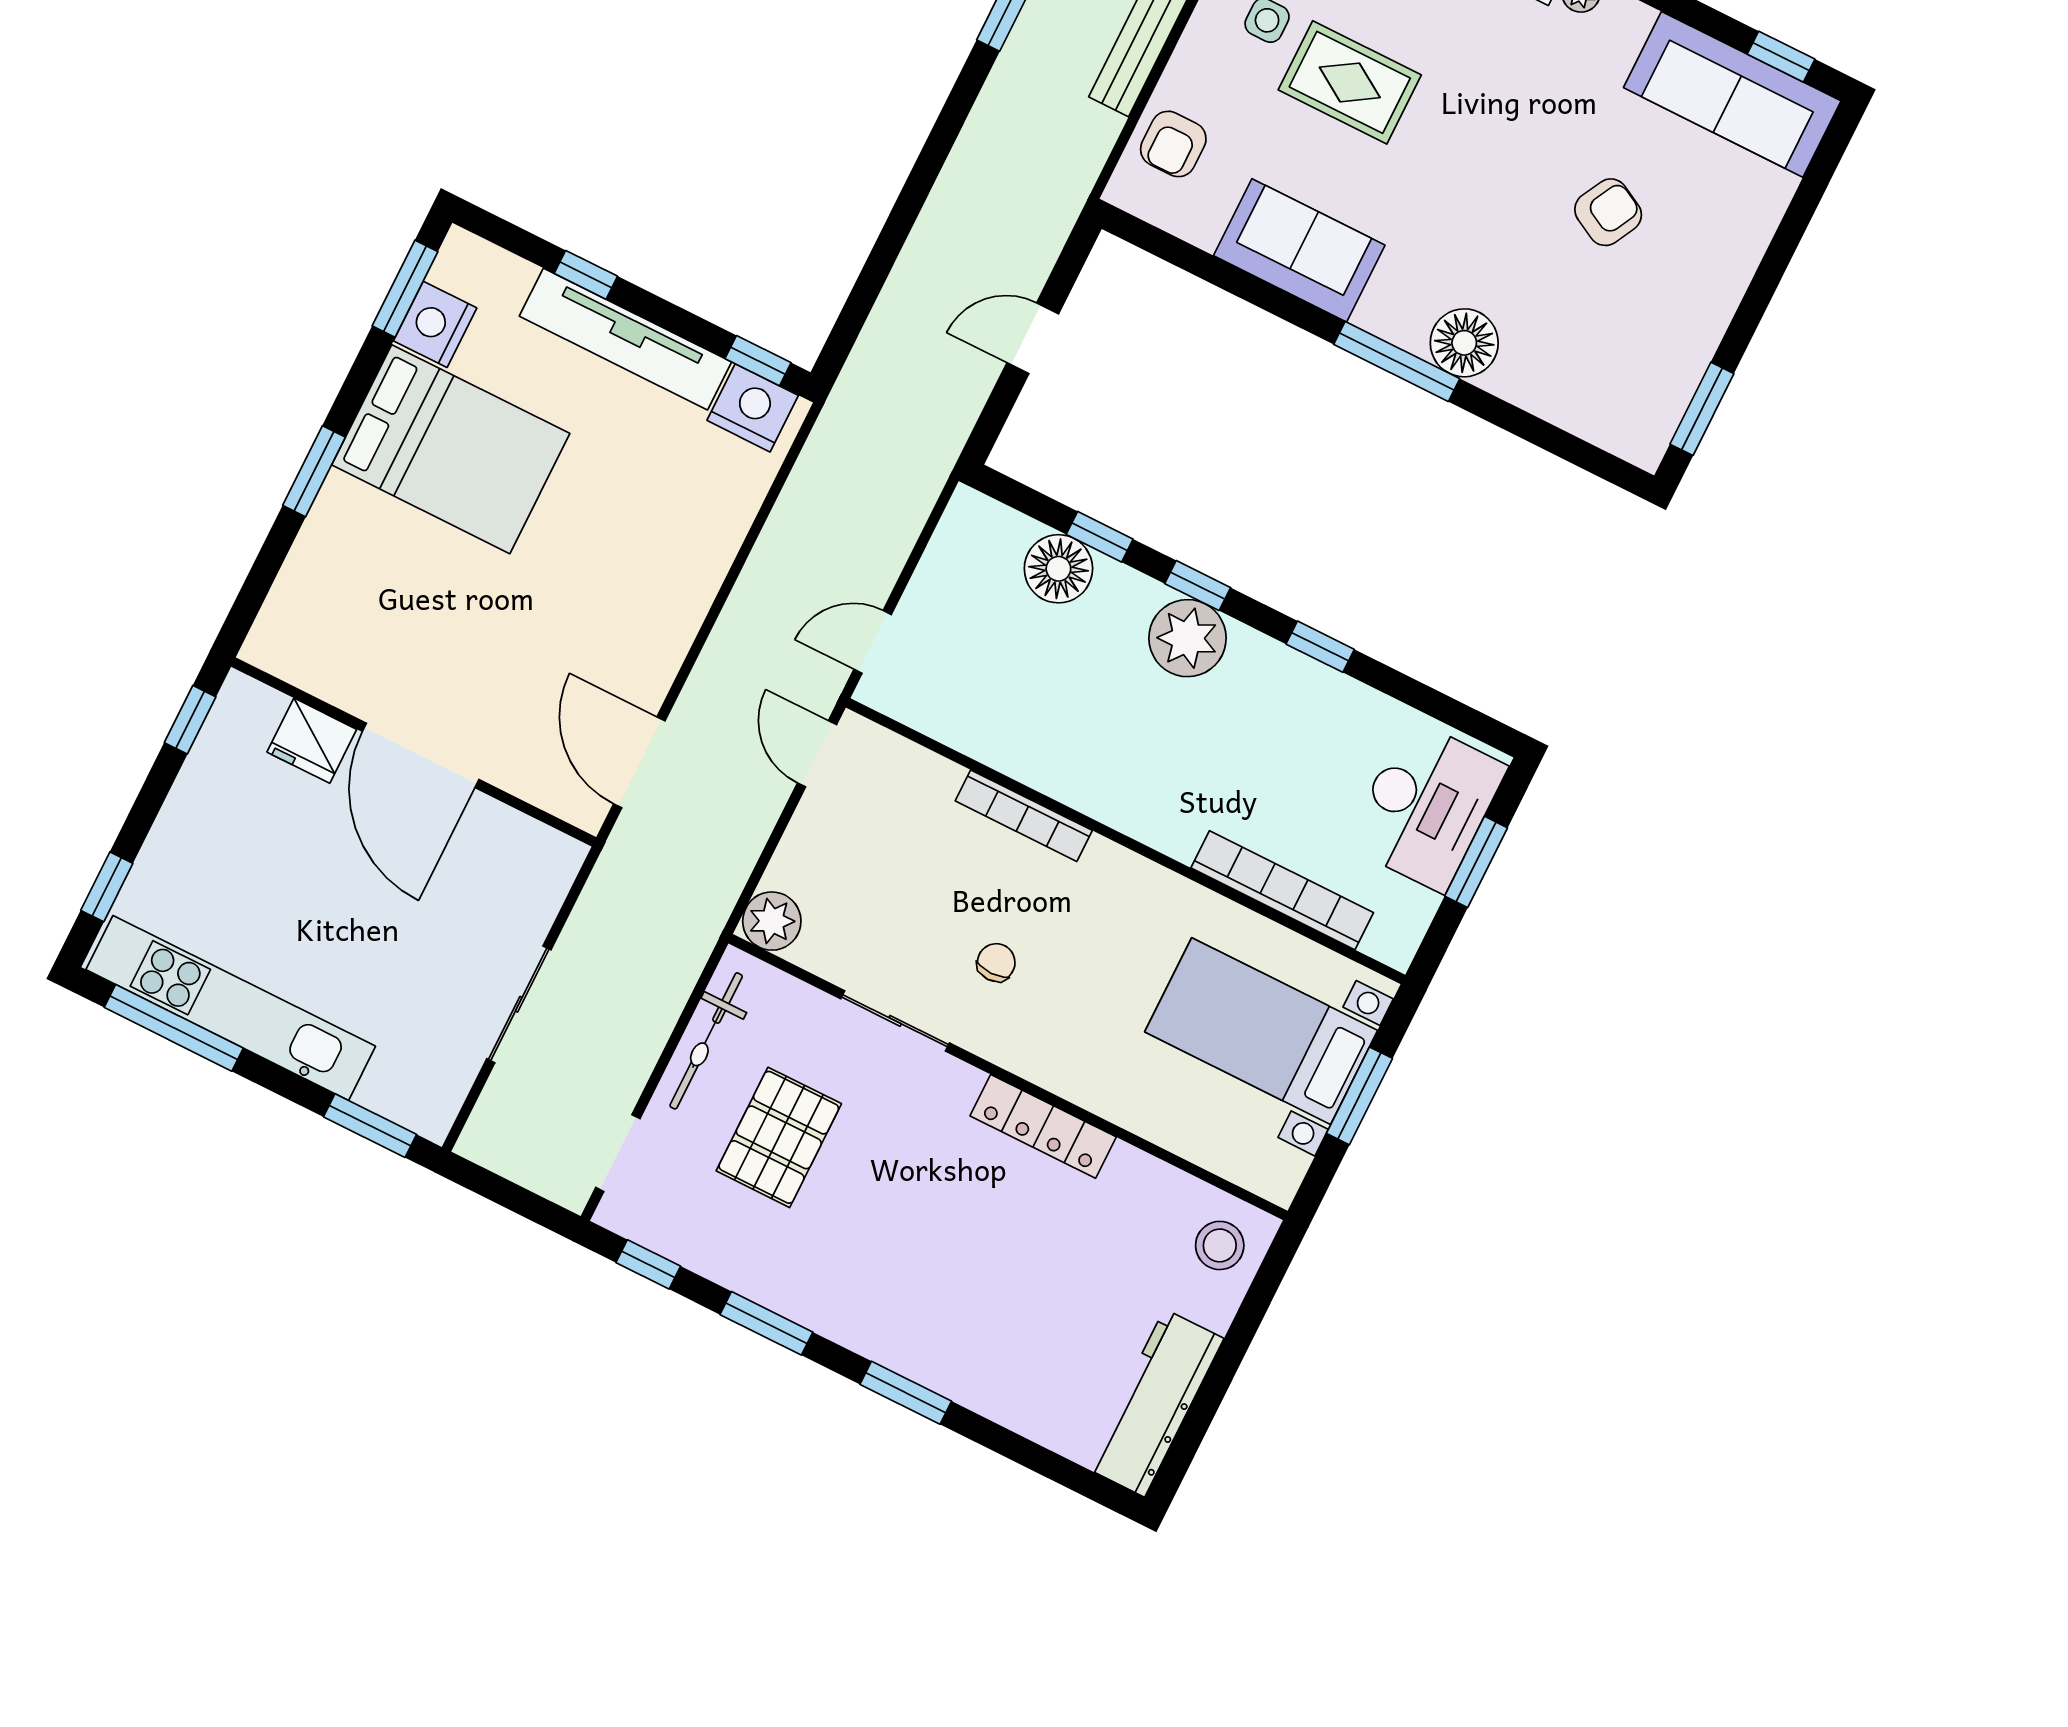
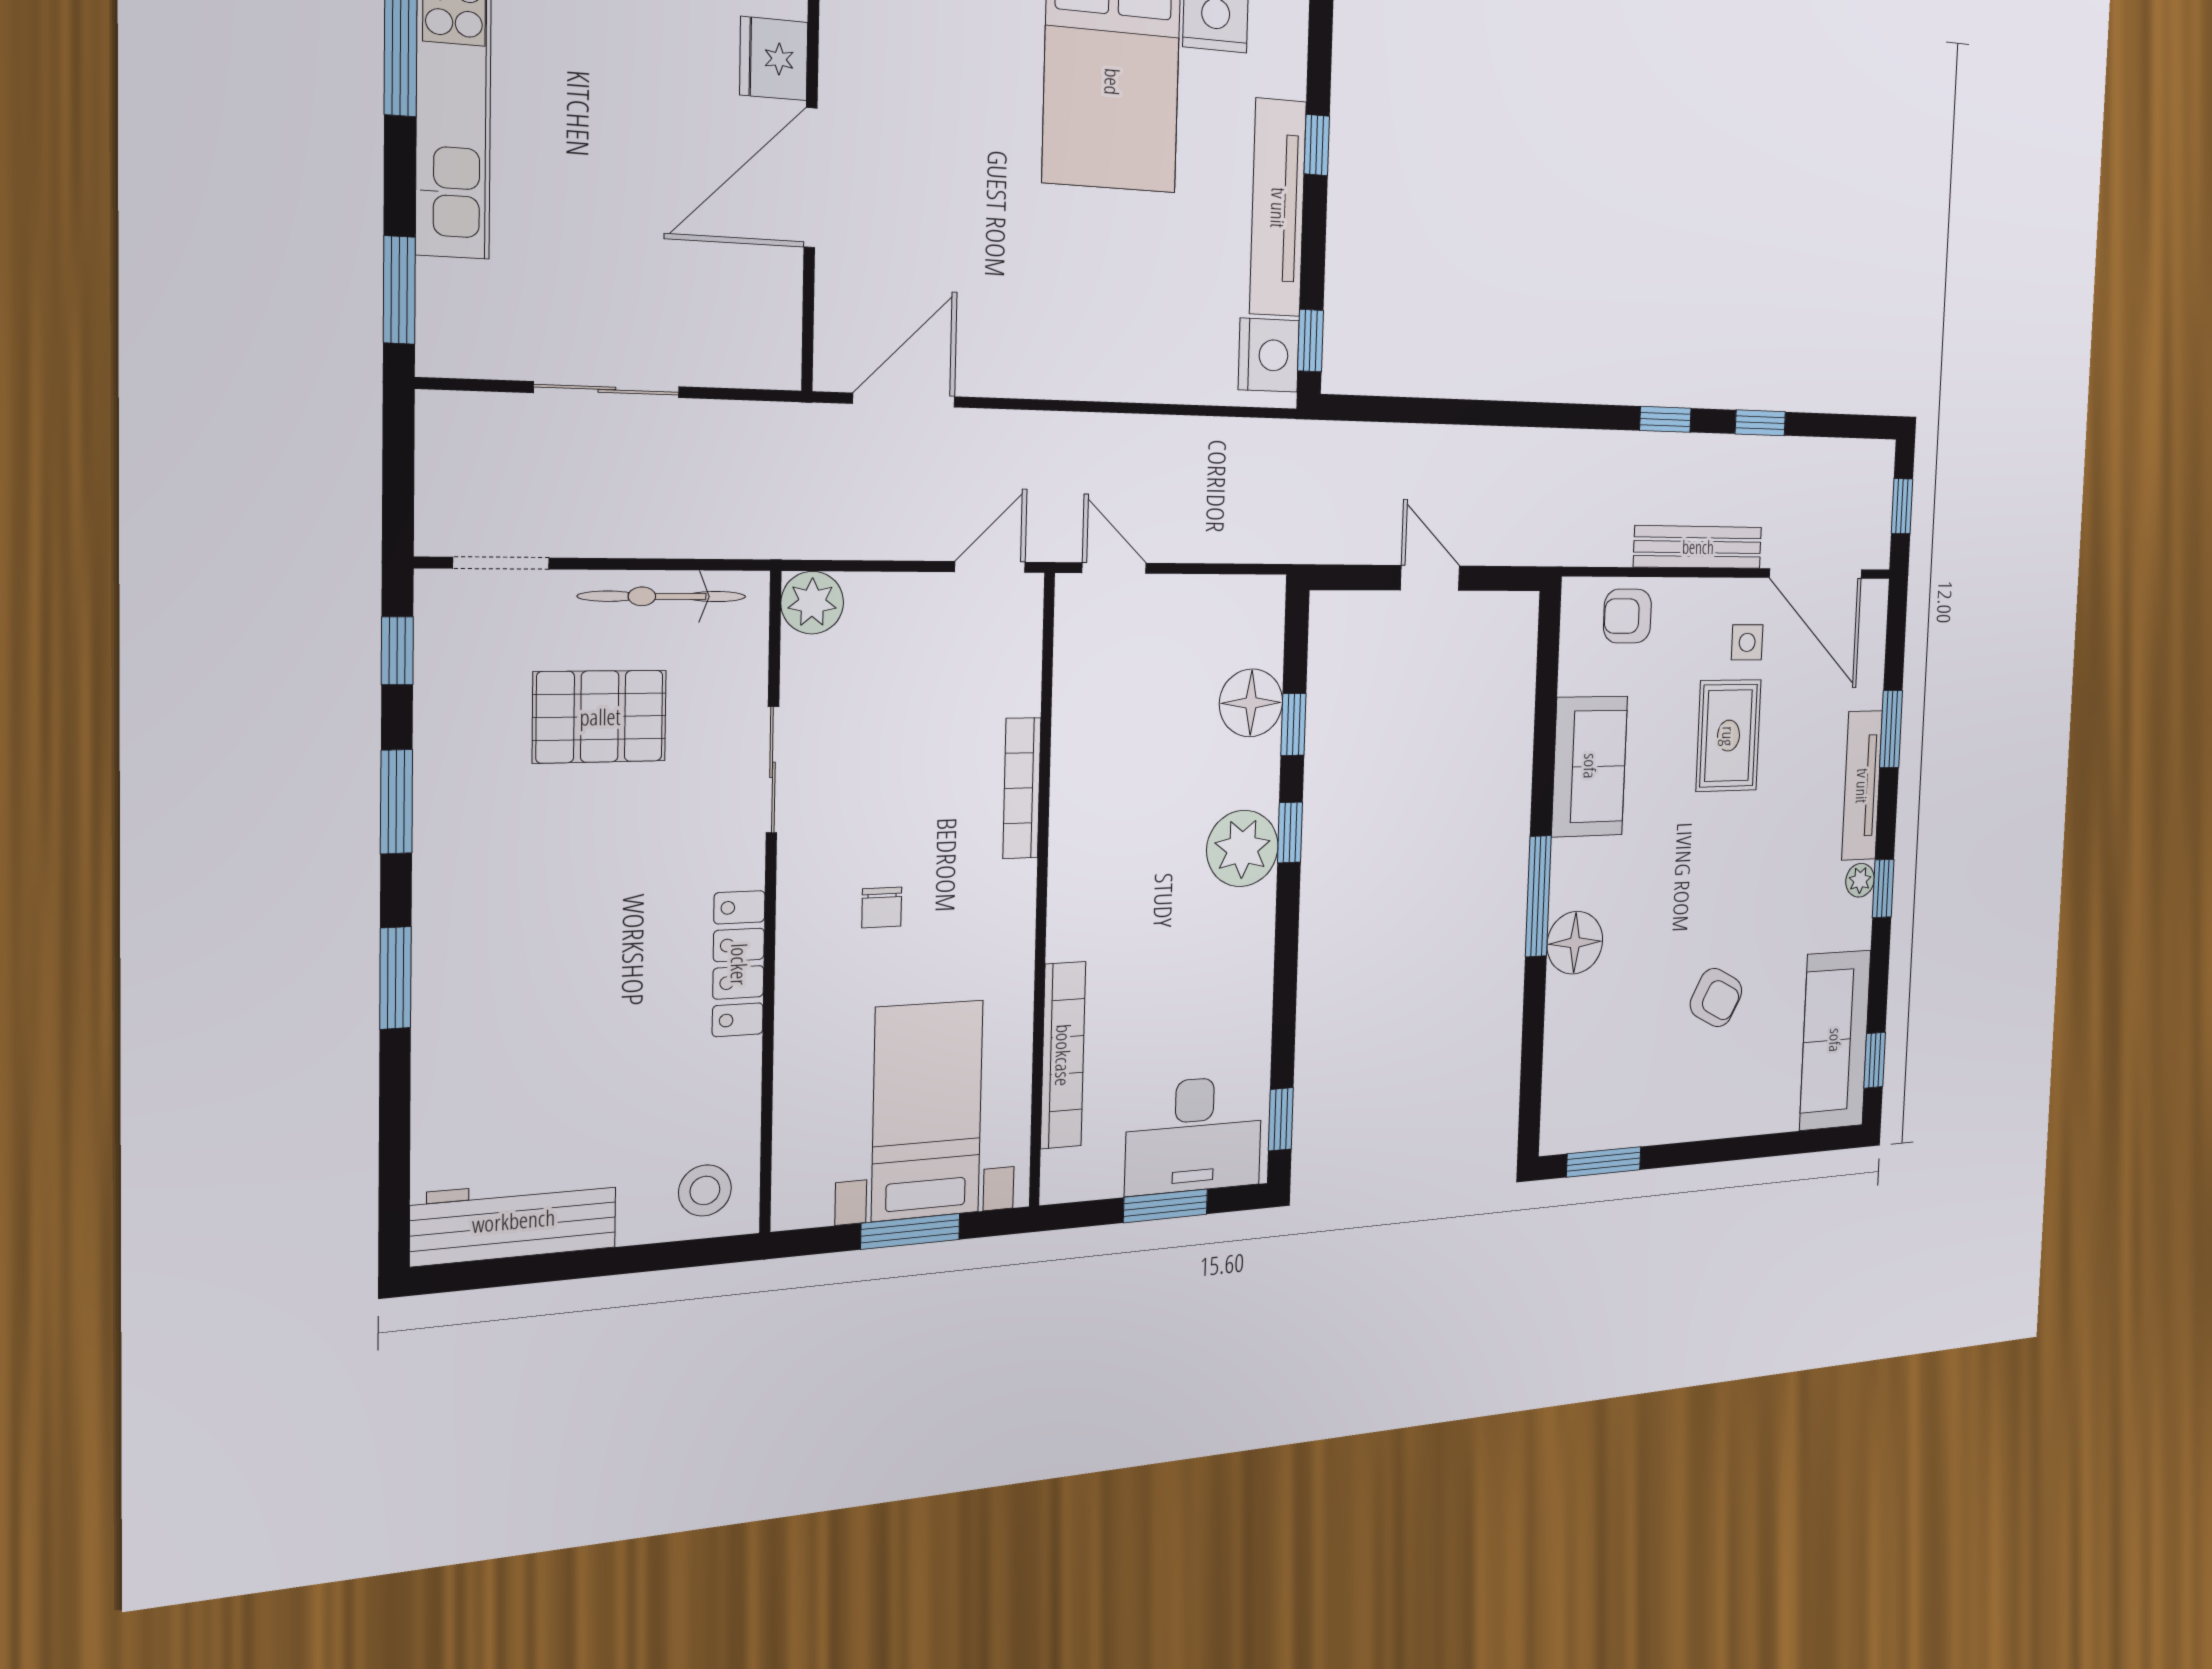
window: (1320, 647) -> (1281, 1119), moved
chair: (996, 963) -> (882, 908), moved, turned 90

